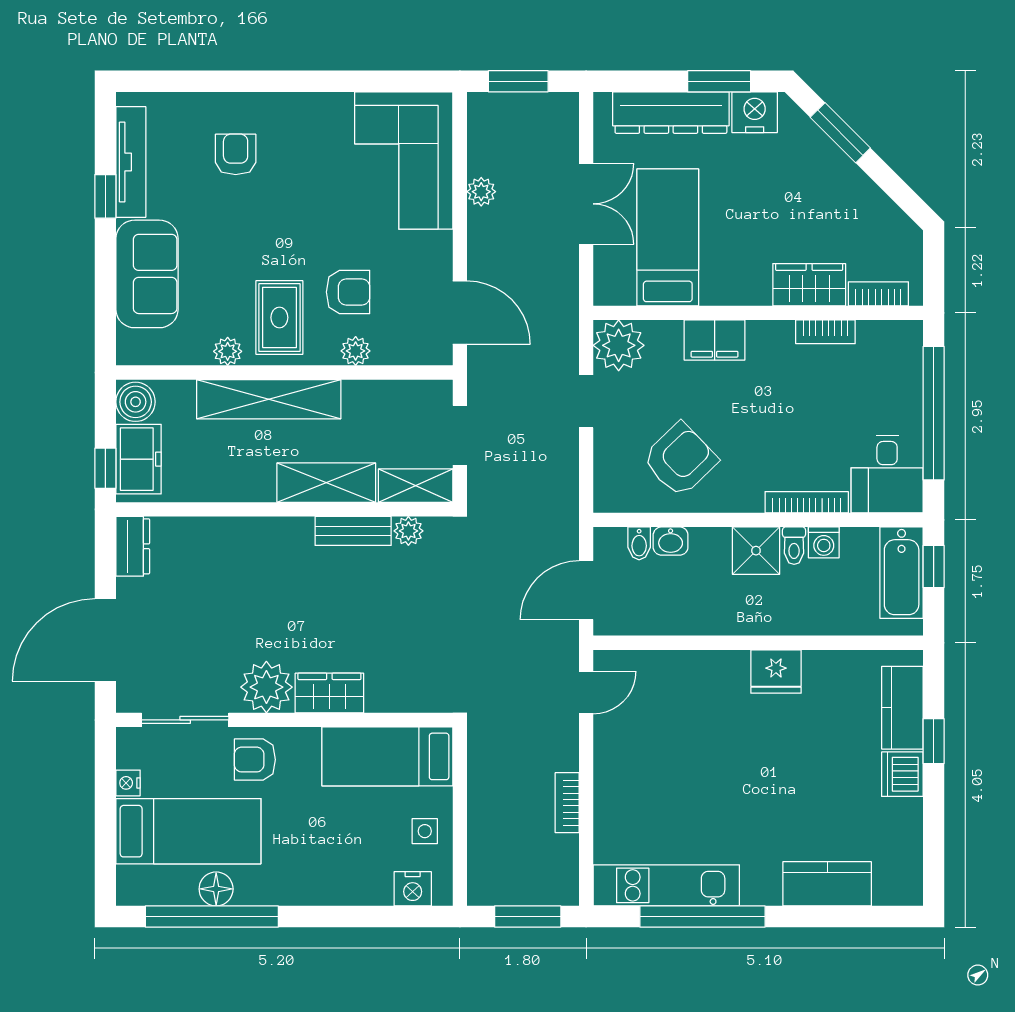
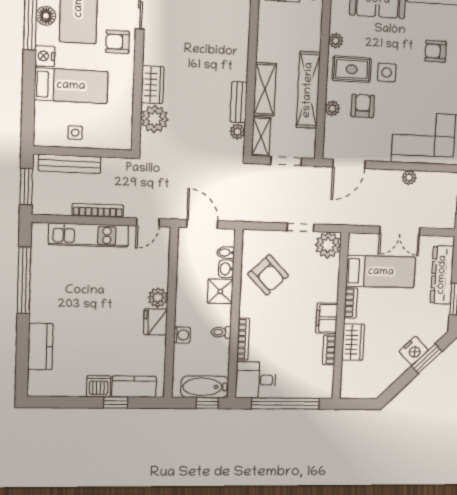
nightstand: (755, 112) -> (414, 351), moved, turned 45
armchair: (236, 154) -> (436, 51), turned 180
side table: (282, 249) -> (387, 72), added
armchair: (348, 292) -> (363, 106), turned 180
bookcase: (878, 294) -> (351, 303), moved
filing cabinet: (715, 340) -> (327, 318), moved
shelving: (269, 399) -> (308, 90), moved
washing machine: (824, 542) -> (182, 335), moved, turned 180
shower: (756, 551) -> (220, 291), moved
plant: (729, 669) -> (158, 298), added
plant: (266, 687) -> (154, 119), moved
door: (586, 693) -> (148, 222), hinge flipped
bed: (387, 756) -> (71, 86), moved, turned 90
armchair: (255, 760) -> (117, 42), turned -90
bookcase: (567, 803) -> (98, 210), width x1.56
bench: (483, 839) -> (70, 164), added
kitchen unit: (666, 885) -> (89, 235), moved, turned 90
nightstand: (413, 889) -> (45, 56), moved

